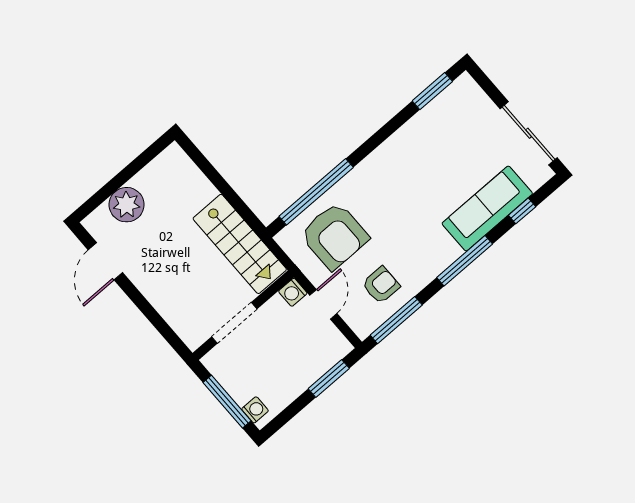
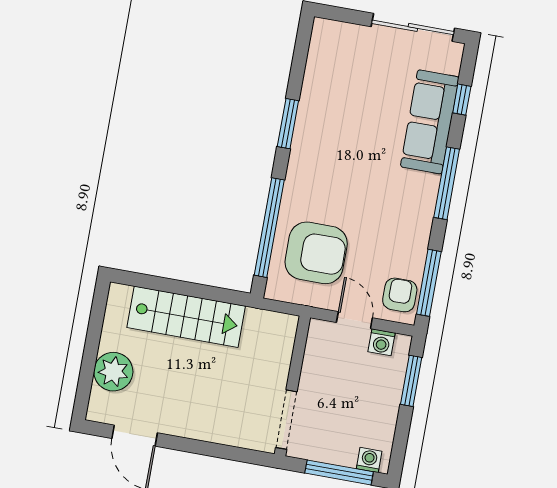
window: (432, 91) -> (288, 124), moved
stairs: (240, 244) -> (186, 317), moved
armchair: (381, 285) -> (400, 295), moved
washing machine: (293, 292) -> (382, 342), moved
doorway: (234, 323) -> (286, 420), moved

